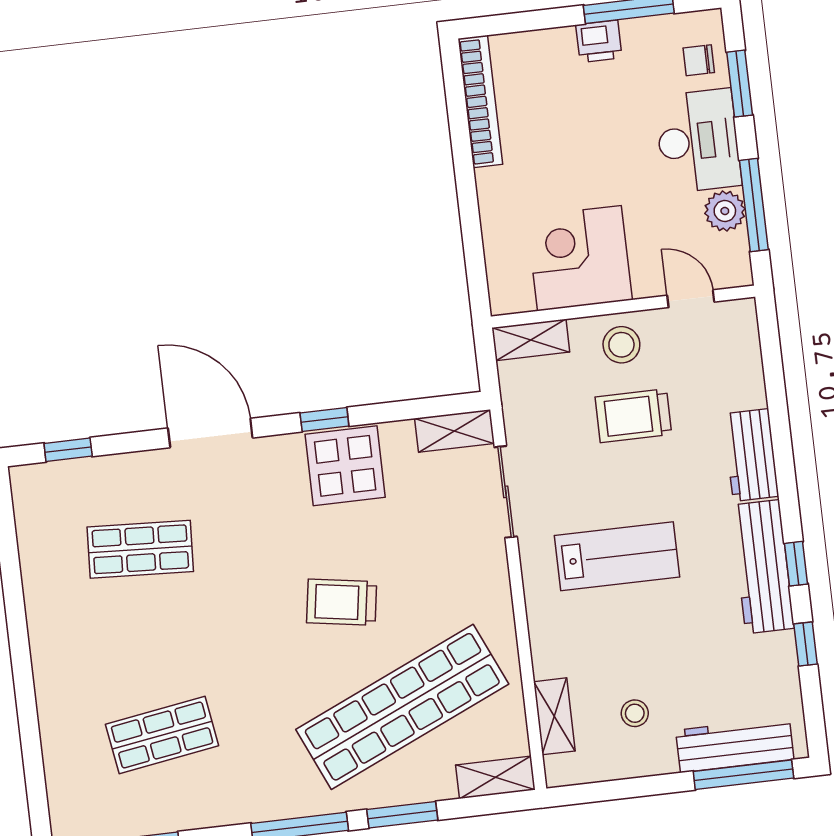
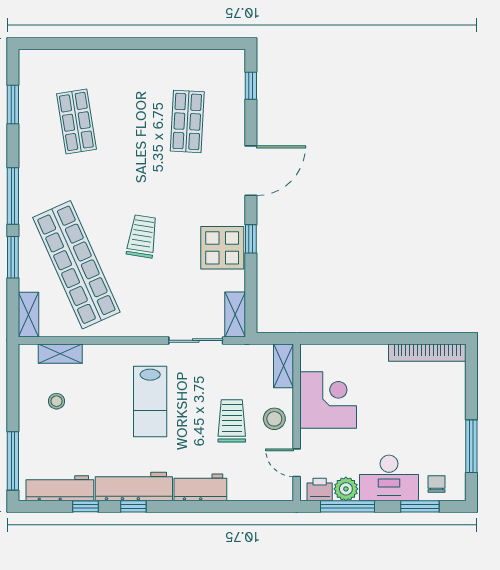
printer: (599, 41) -> (320, 490), moved, turned 90
door: (691, 299) -> (297, 463), swing flipped
workbench: (735, 745) -> (60, 488), moved, turned -90

